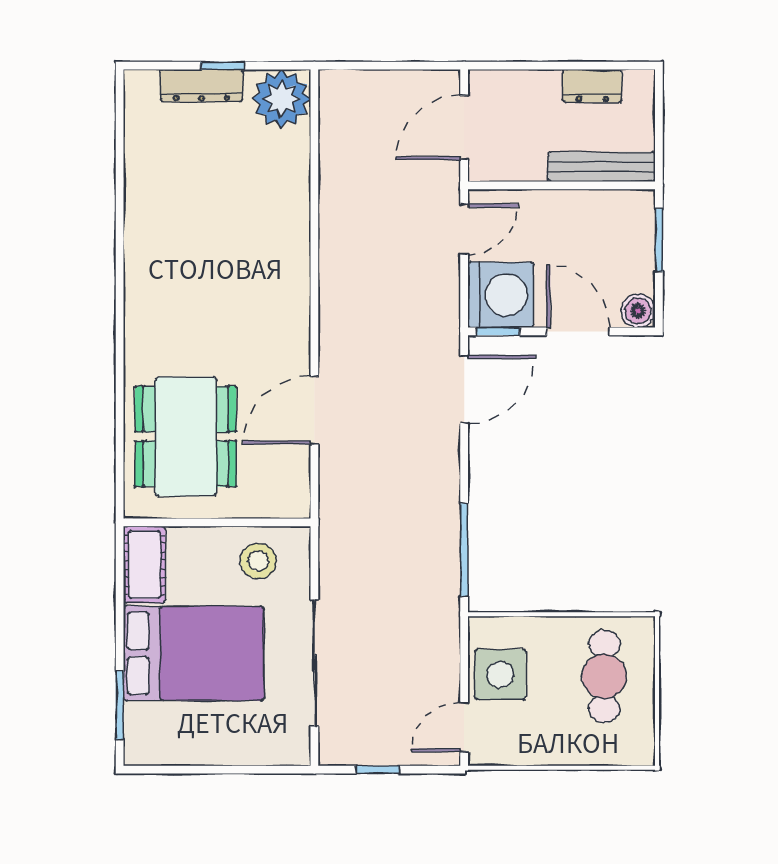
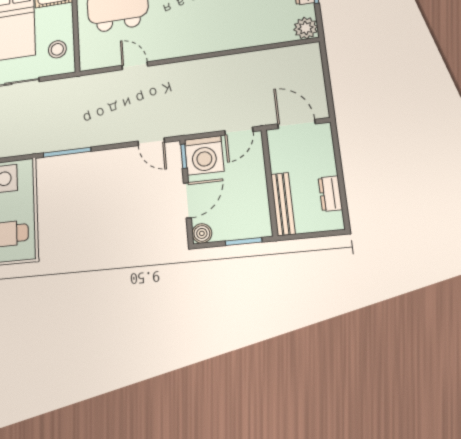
plant: (281, 99) -> (306, 28), width x0.73, depth x0.73
door: (464, 229) -> (239, 131), hinge flipped
door: (464, 389) -> (151, 142), width x0.73
door: (314, 410) -> (135, 66), width x0.73

